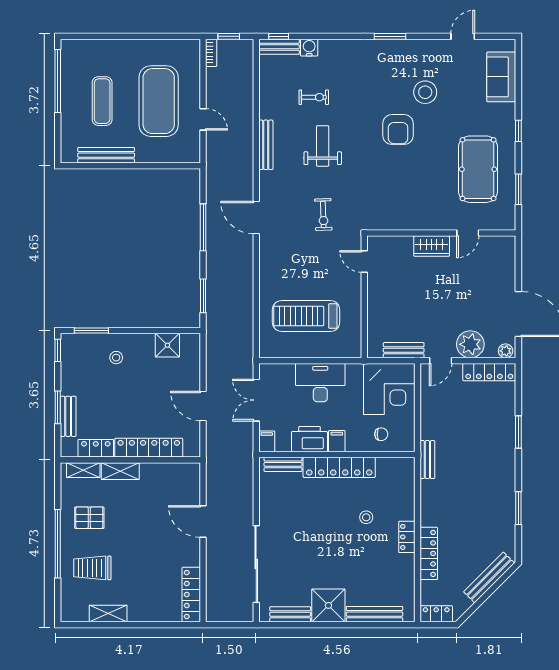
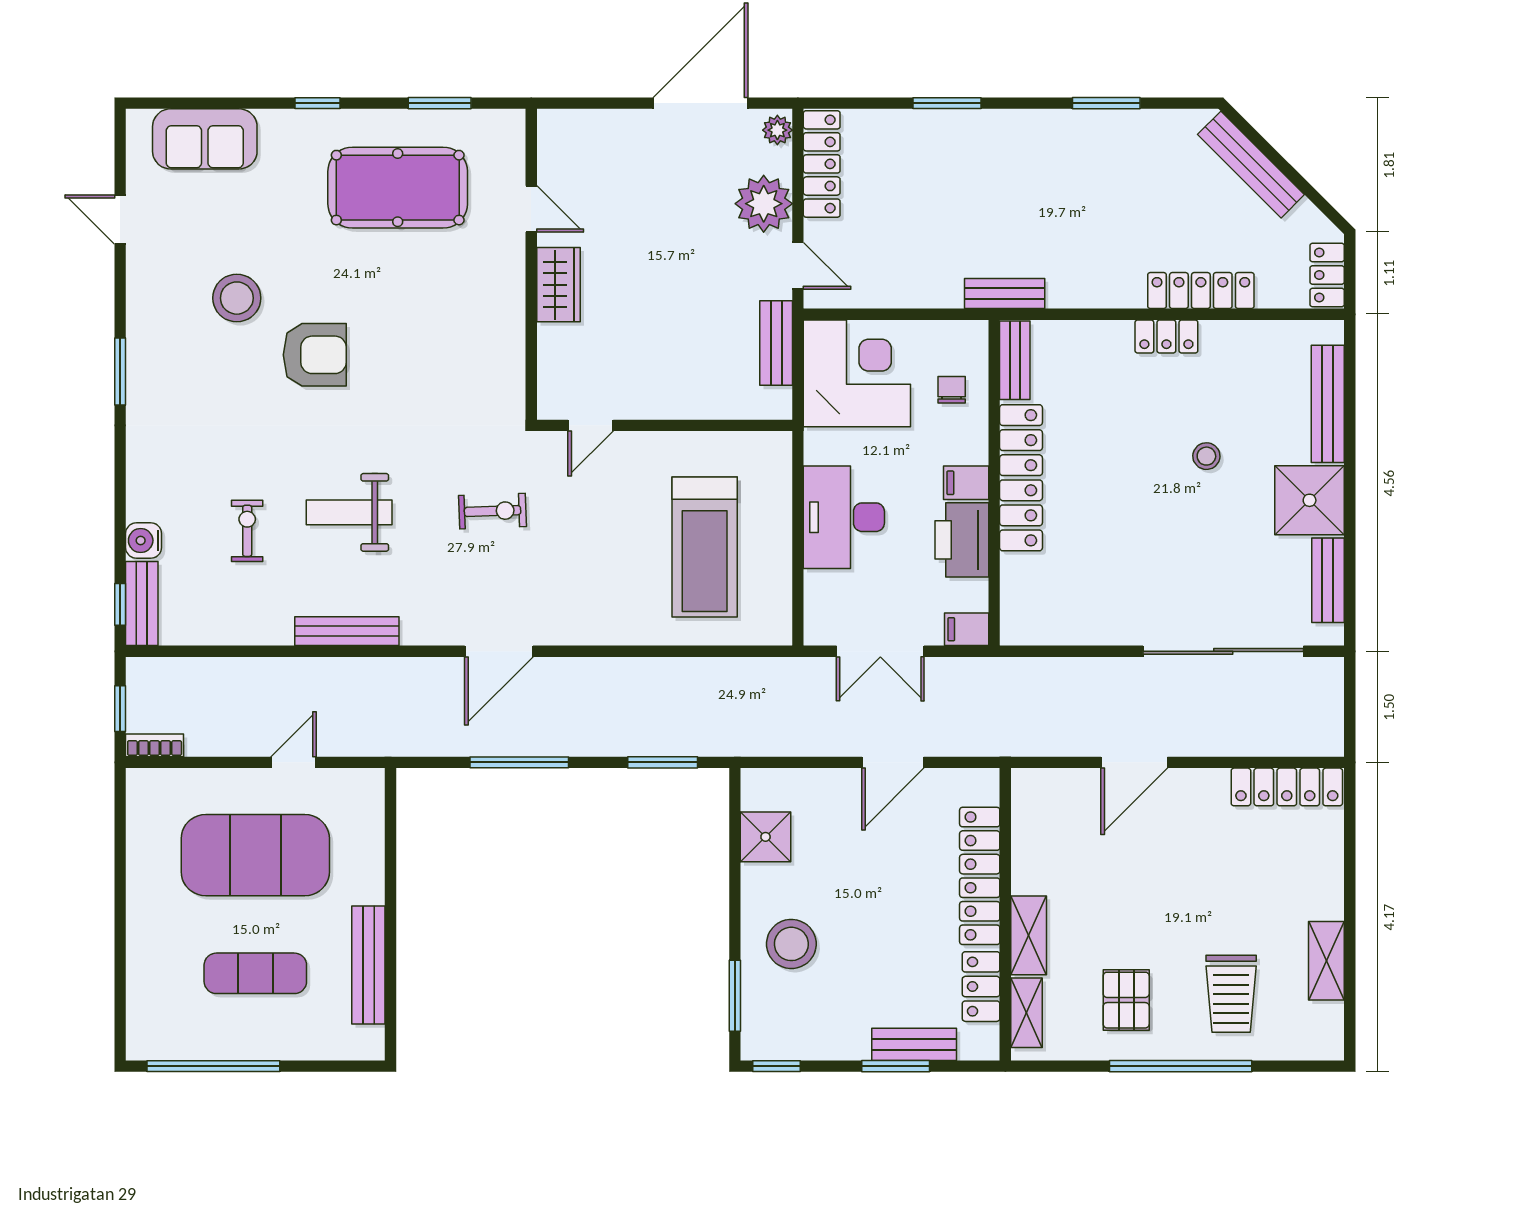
stool: (116, 358) -> (791, 944), width x1.89, depth x1.89
bench: (283, 464) -> (1015, 360), moved
stool: (366, 517) -> (1206, 456), moved

